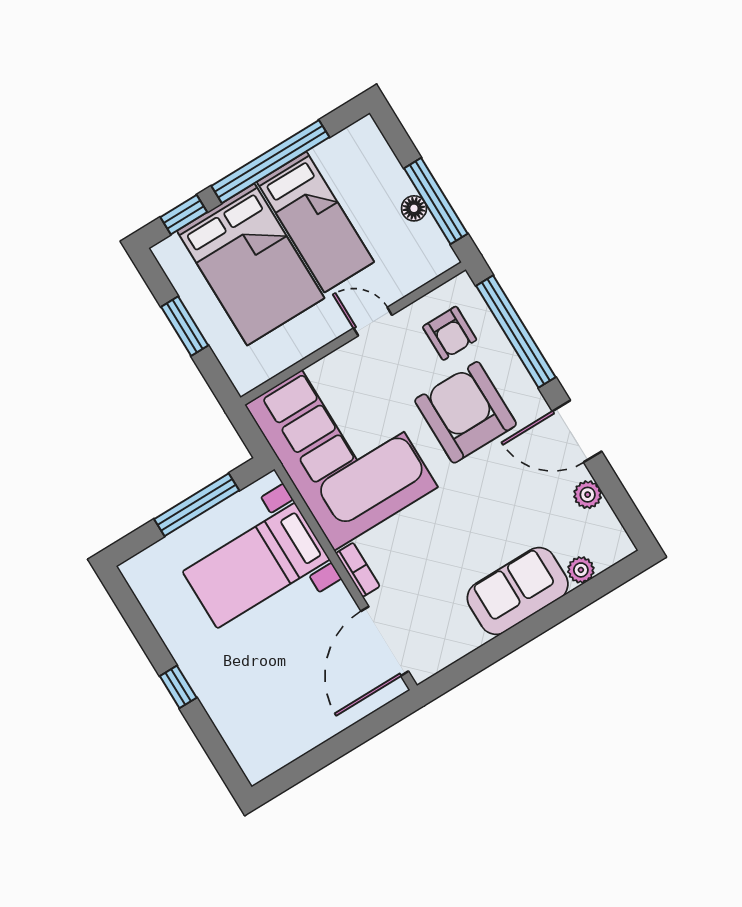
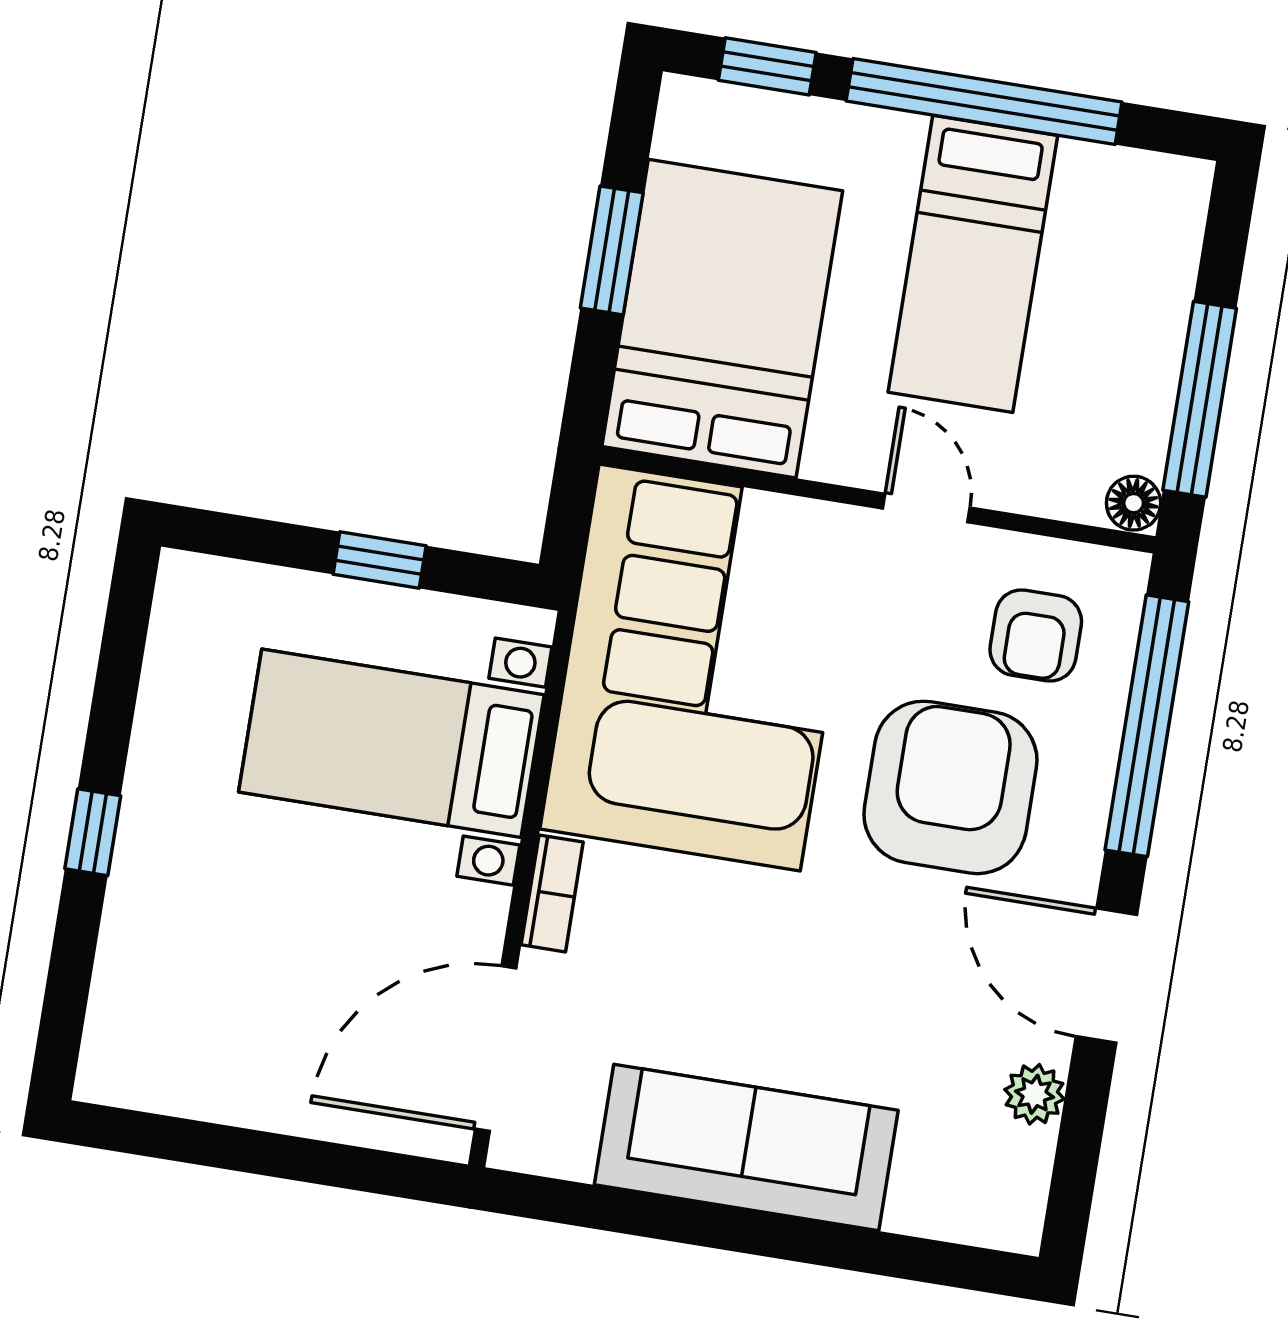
floor lamp: (414, 208) -> (1134, 503), moved
bed: (251, 264) -> (722, 319), moved, turned 180
window: (197, 505) -> (380, 560), width x0.46
plant: (581, 570) -> (917, 1208), removed
sofa: (518, 591) -> (746, 1148), width x1.36

